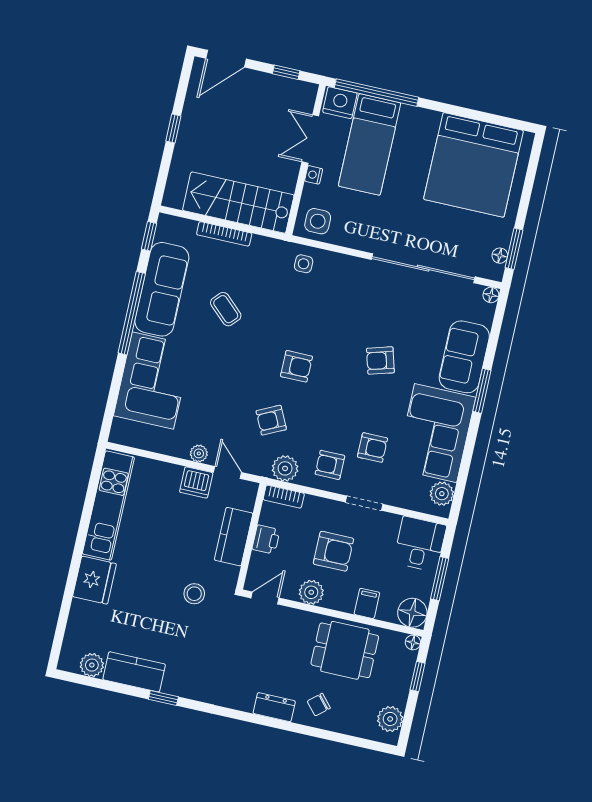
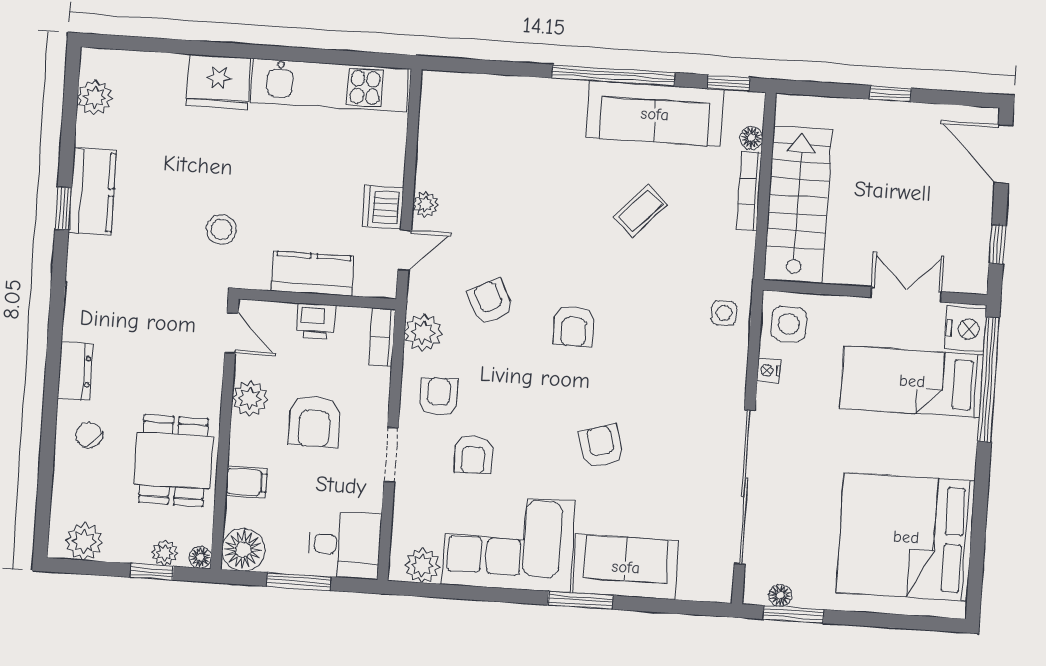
nightstand: (314, 175) -> (769, 370), moved, turned -90
floor lamp: (491, 295) -> (751, 138), moved
corner sofa: (153, 381) -> (521, 121), removed
plant: (406, 666) -> (165, 553), added
kitchen counter: (134, 672) -> (92, 191), moved

